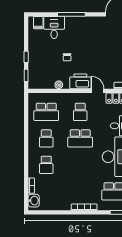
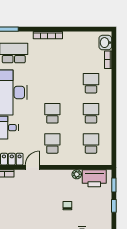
printer: (80, 81) -> (94, 178), moved
door: (98, 91) -> (32, 167), swing flipped
school desk: (46, 112) -> (91, 143), width x0.54
school desk: (80, 138) -> (52, 113), width x0.54

